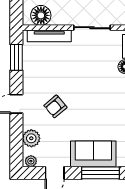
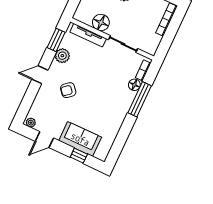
floor lamp: (41, 15) -> (101, 22), moved
plant: (31, 138) -> (62, 56), moved
window: (101, 173) -> (79, 156), width x0.46

